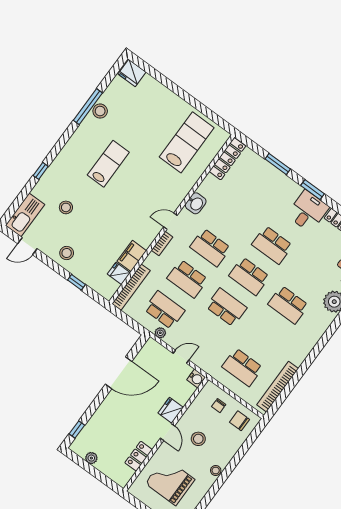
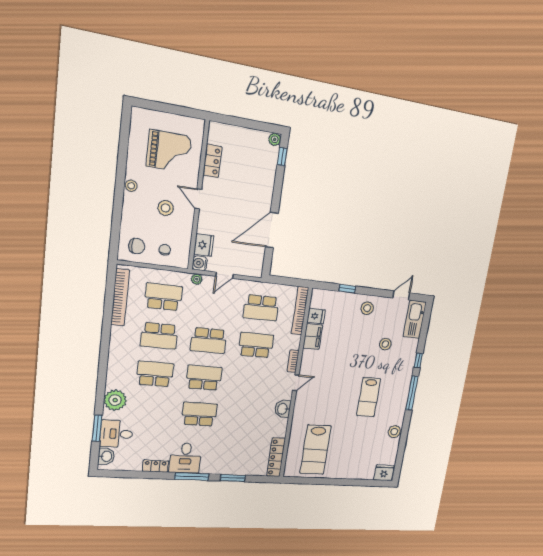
window: (88, 107) -> (412, 393), moved
window: (313, 190) -> (192, 477), width x1.44
school desk: (210, 248) -> (159, 336), moved, turned 180
plant: (160, 333) -> (197, 279), moved
fridge: (171, 410) -> (204, 245), moved
plant: (91, 458) -> (275, 139), moved

